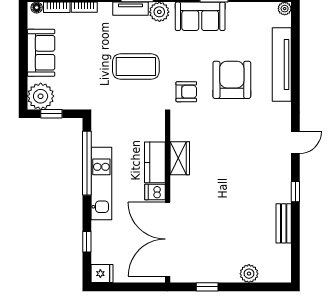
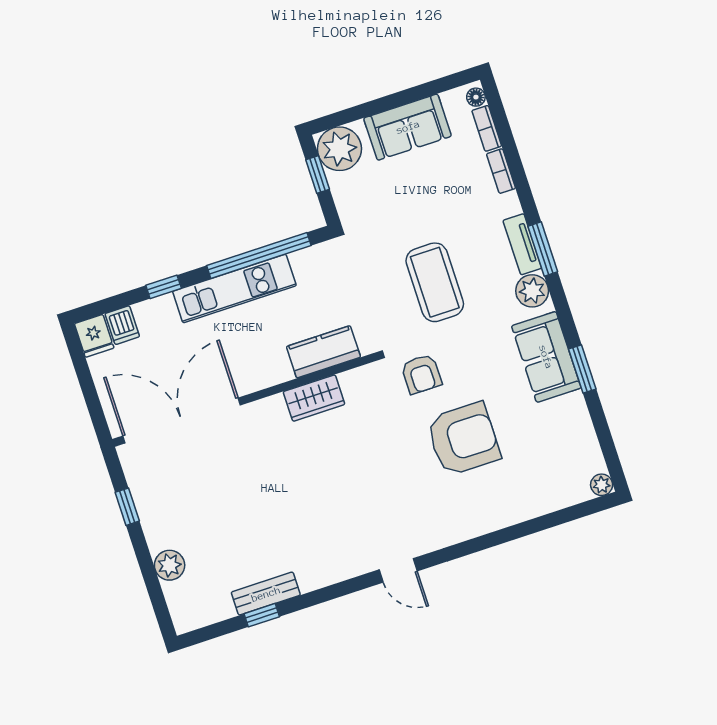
tv unit: (282, 65) -> (513, 509), removed
kitchen counter: (155, 162) -> (323, 352), moved
dishwasher: (155, 192) -> (122, 325), moved, turned 180
window: (295, 192) -> (262, 615), moved
window: (87, 242) -> (164, 287), moved

